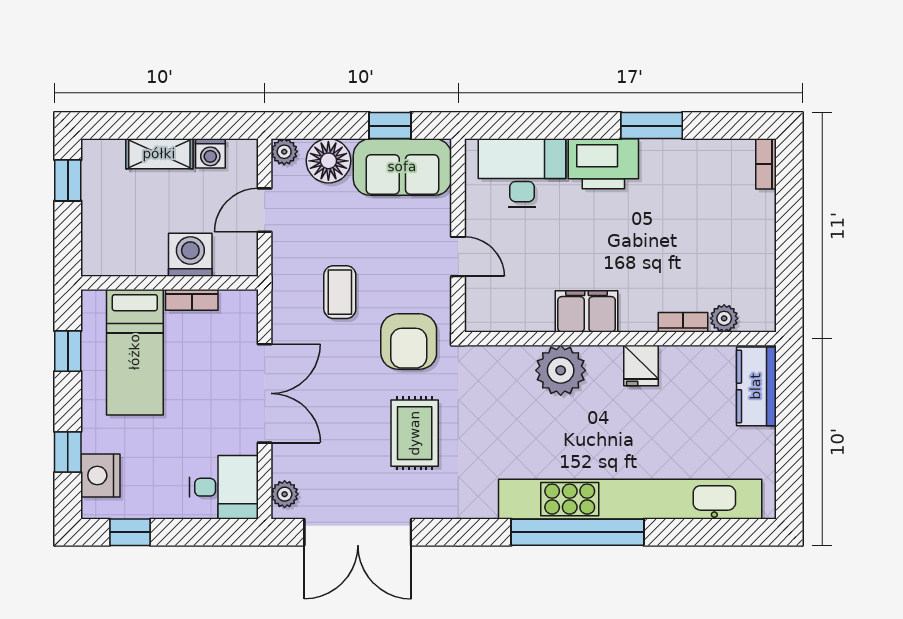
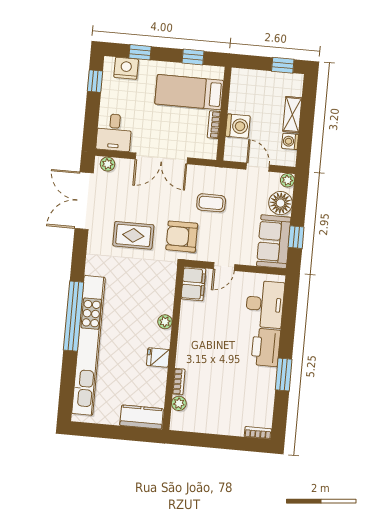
filing cabinet: (587, 311) -> (193, 284), moved
plant: (561, 370) -> (165, 322), width x0.53, depth x0.53

